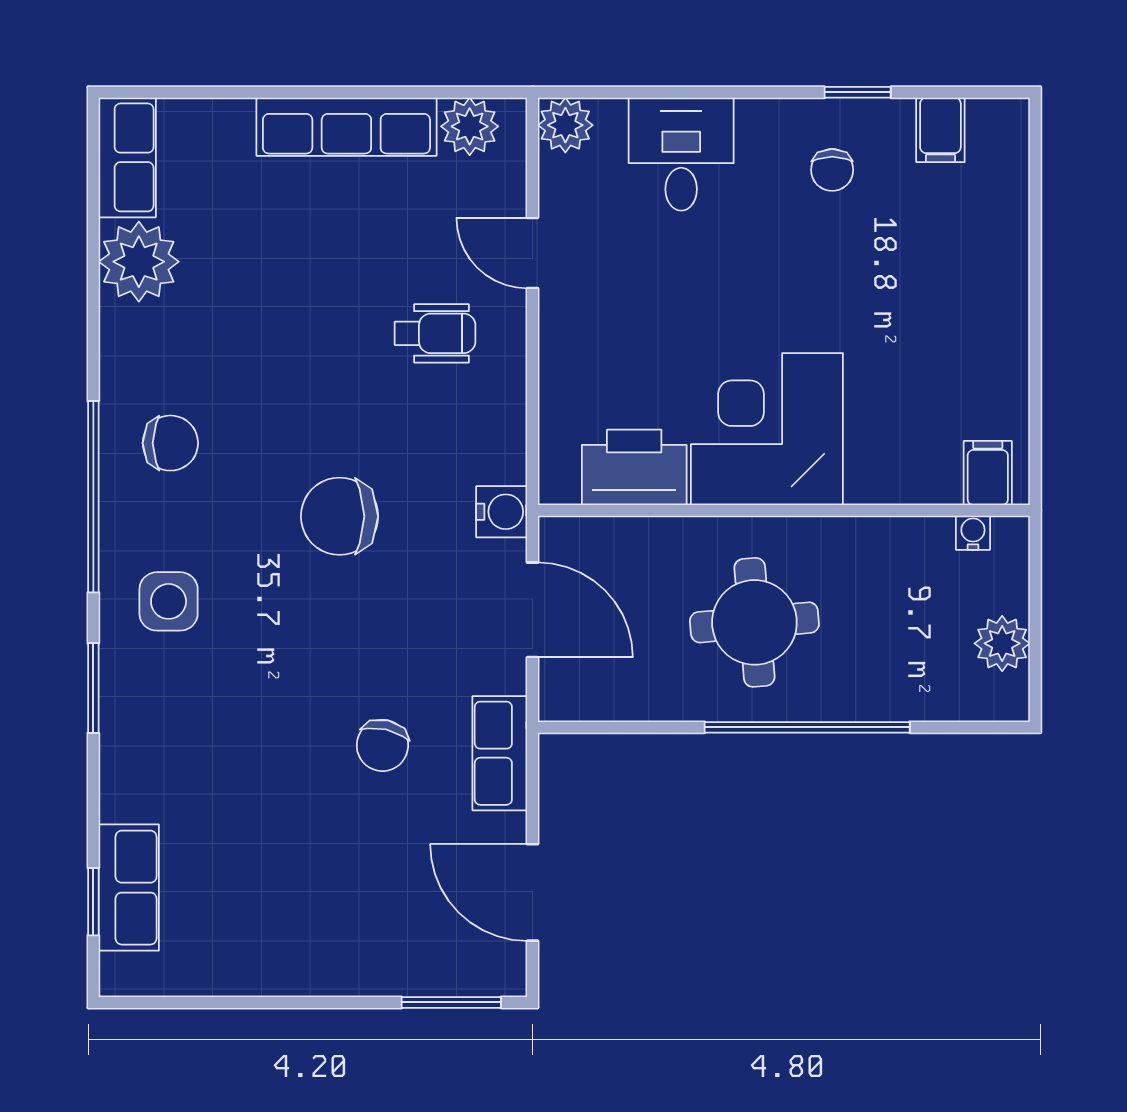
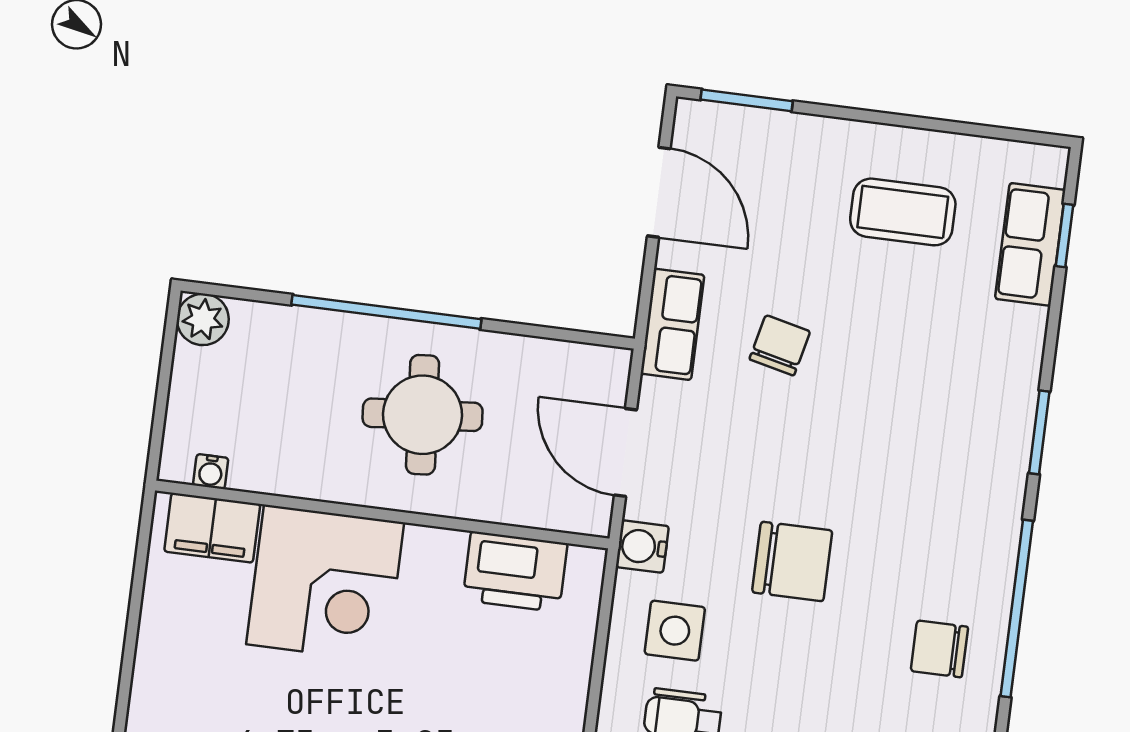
corner desk: (767, 429) -> (325, 583), moved
filing cabinet: (988, 473) -> (212, 528), width x2.00
side table: (169, 601) -> (675, 631), moved
plant: (1002, 643) -> (203, 319), moved
coffee table: (269, 905) -> (903, 212), added

